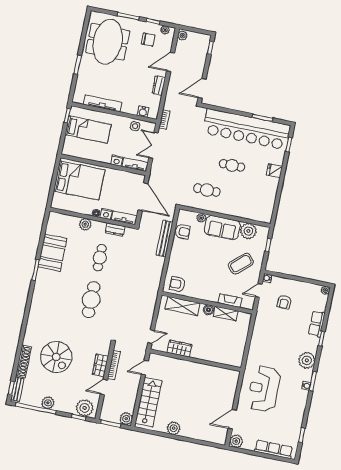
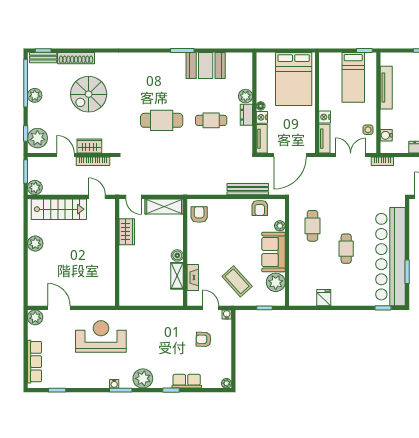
fridge: (274, 171) -> (324, 298), moved
dresser: (115, 230) -> (246, 115), moved
shelving: (183, 306) -> (164, 206), moved, turned 90

